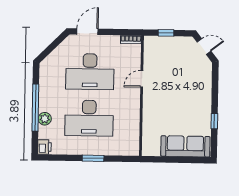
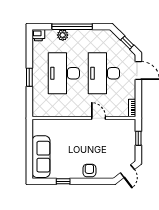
window: (55, 44) -> (127, 43), added
armchair: (202, 90) -> (89, 170), added

